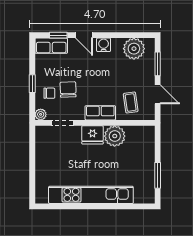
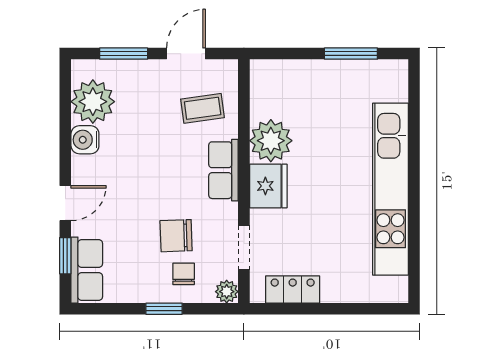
water cooler: (104, 45) -> (85, 140), moved
locker: (42, 147) -> (293, 289), added

